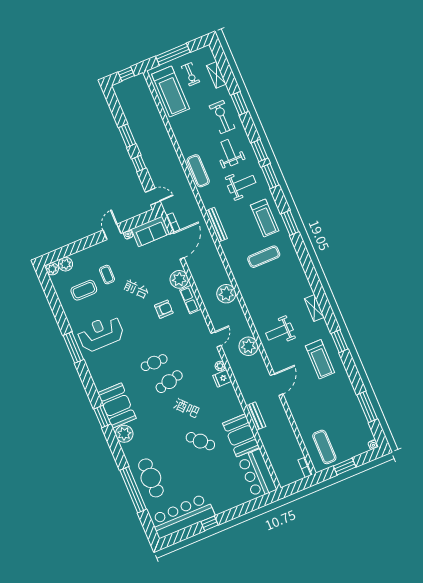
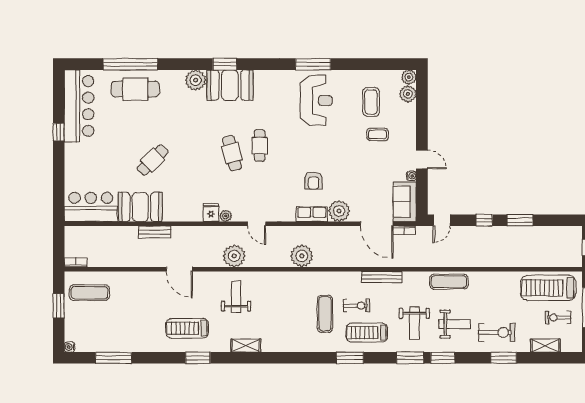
exercise bike: (247, 235) -> (356, 306), added

